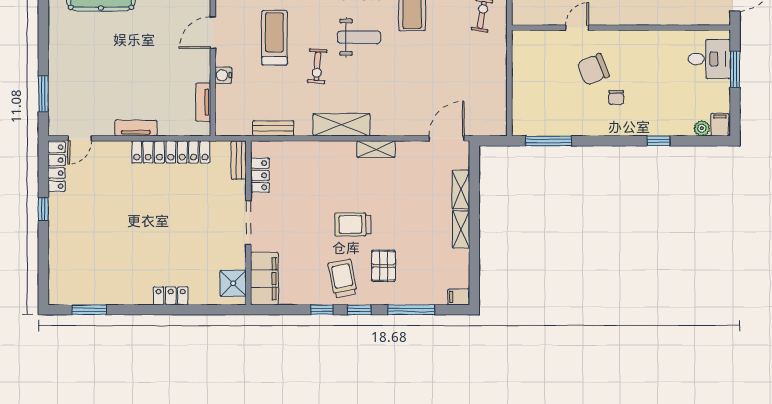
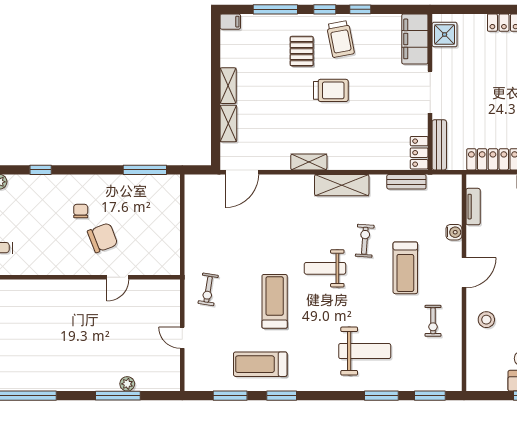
bench: (239, 160) -> (439, 145), width x1.36
locker: (260, 175) -> (419, 153), moved

